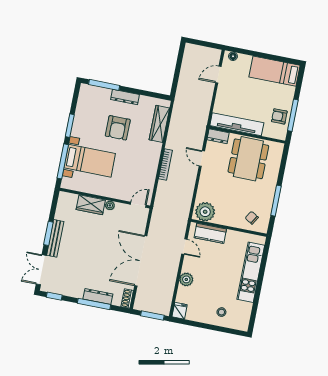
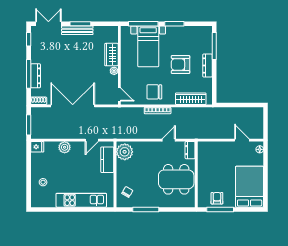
bed: (275, 71) -> (250, 187), width x1.50
tv unit: (237, 124) -> (203, 164), removed
chair: (143, 164) -> (154, 92), added

